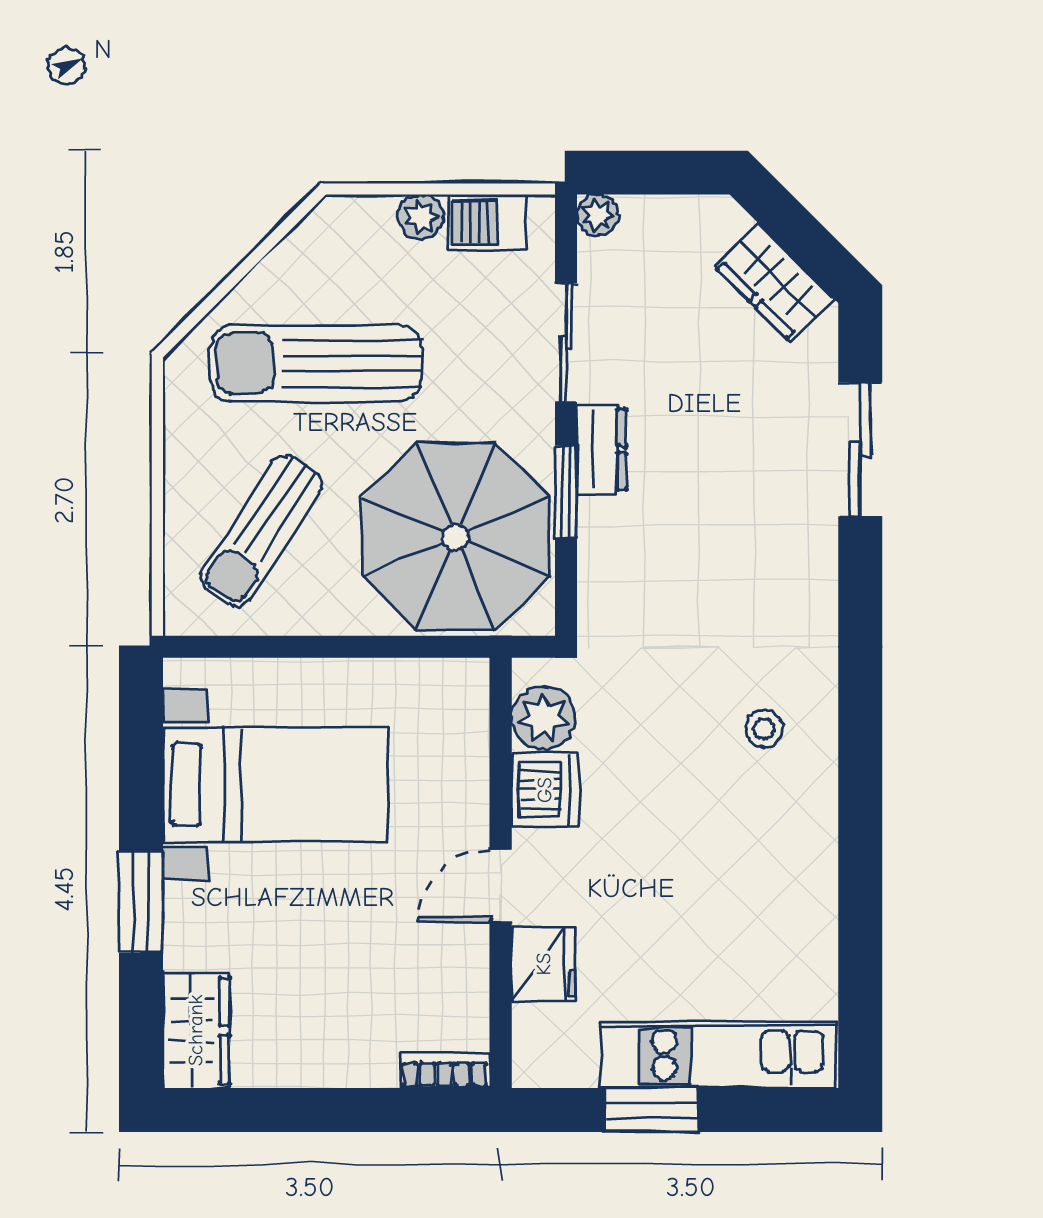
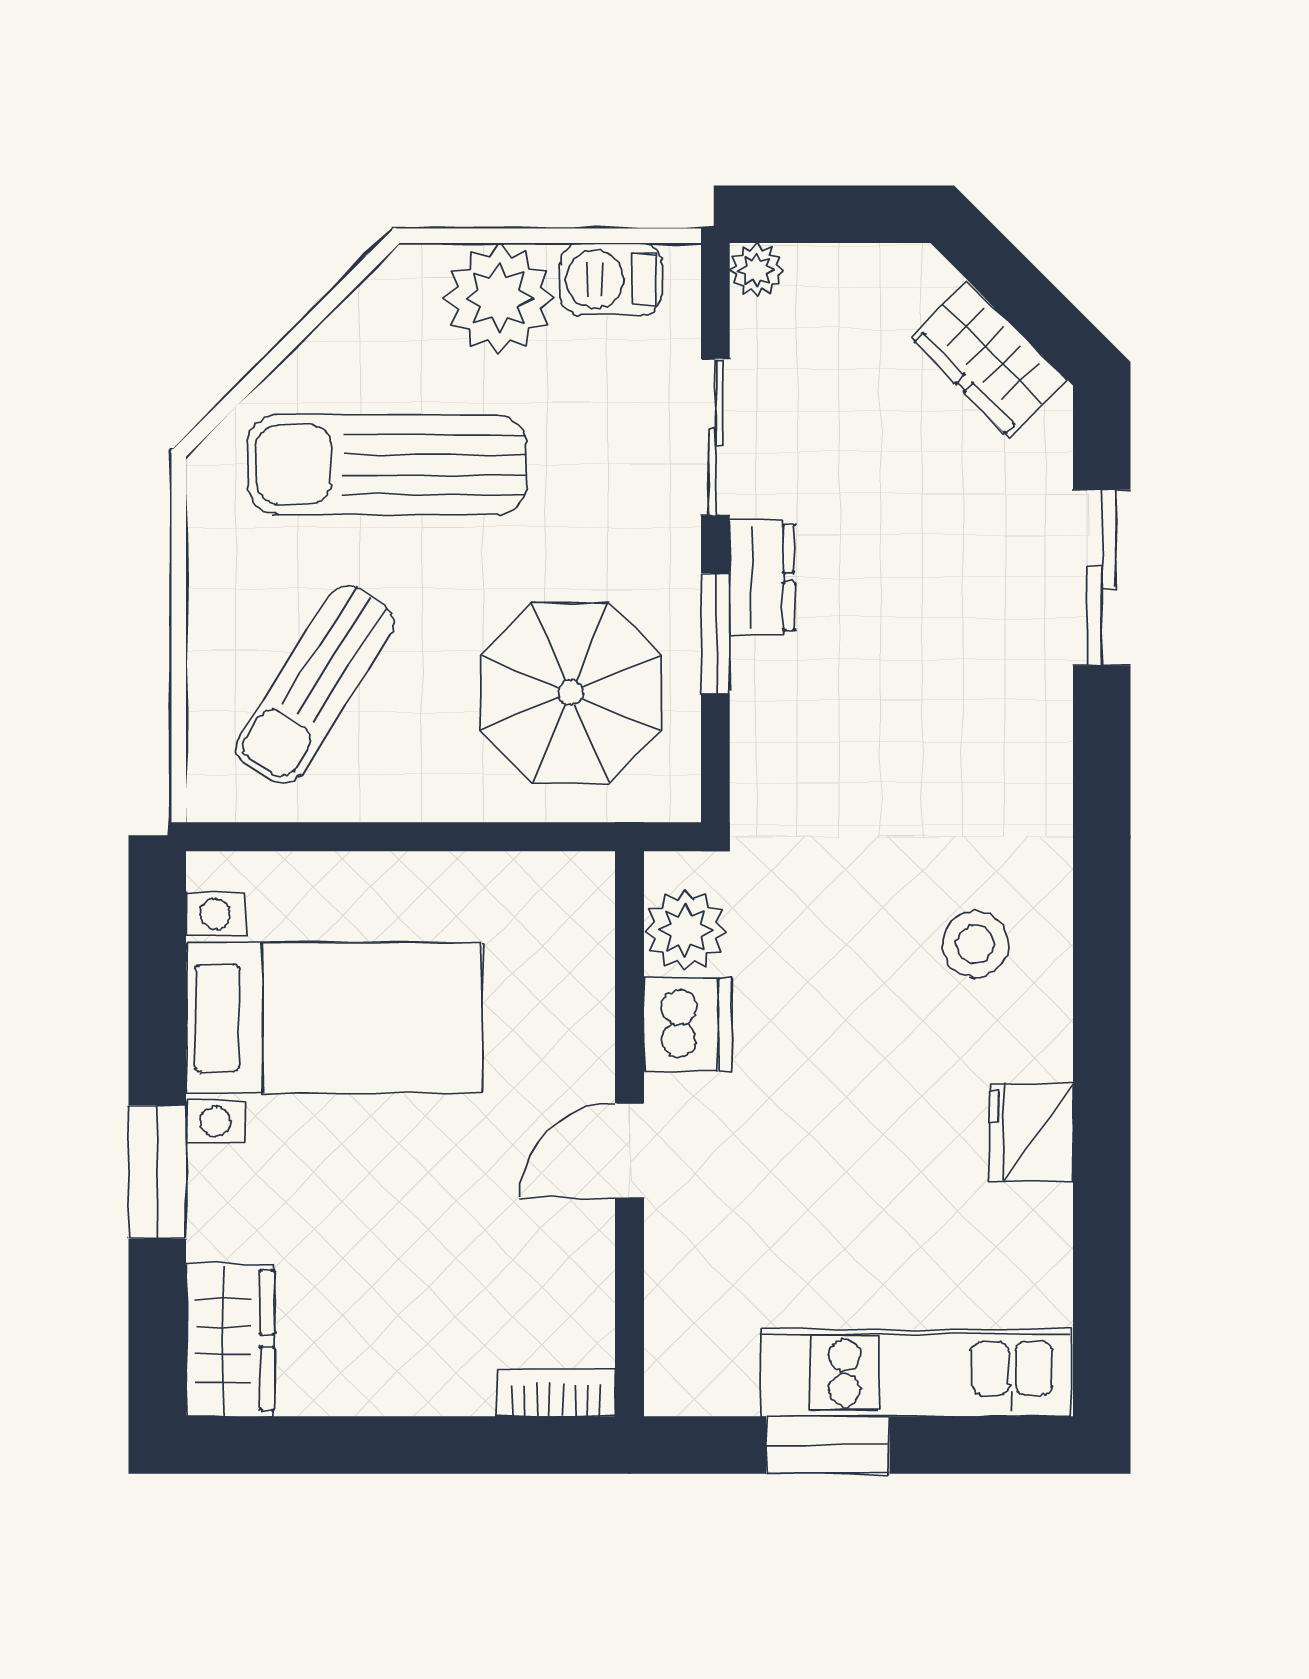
plant: (421, 217) -> (499, 298), width x1.87, depth x1.87
parasol: (456, 537) -> (571, 693), width x0.73, depth x0.73
stool: (764, 729) -> (975, 944), width x1.37, depth x1.37
fridge: (544, 964) -> (1031, 1132), moved, turned 180

